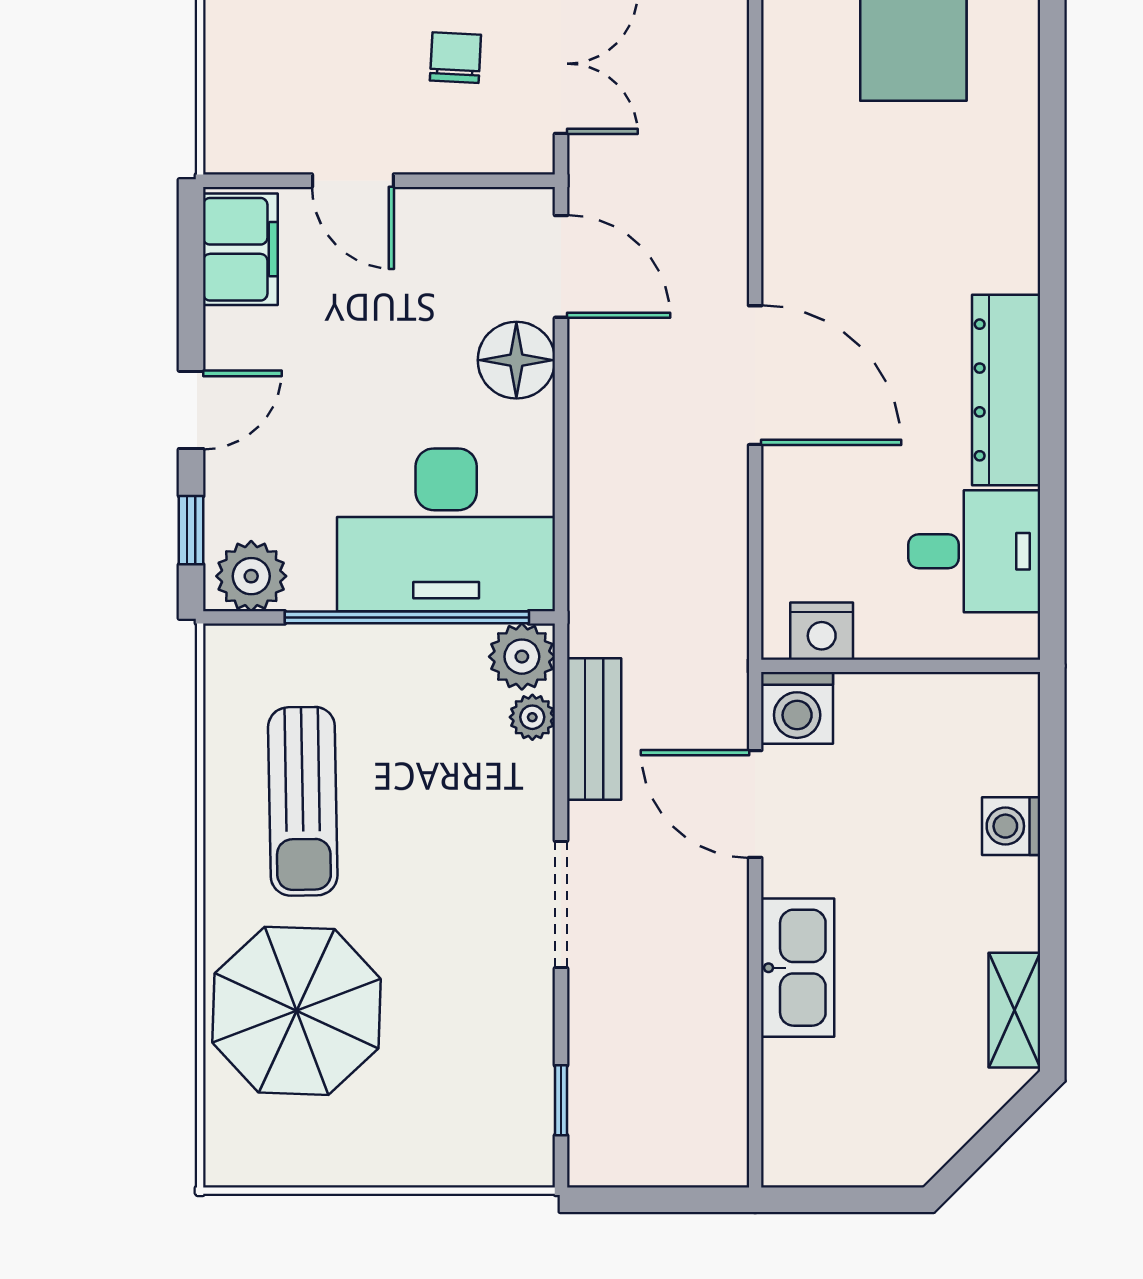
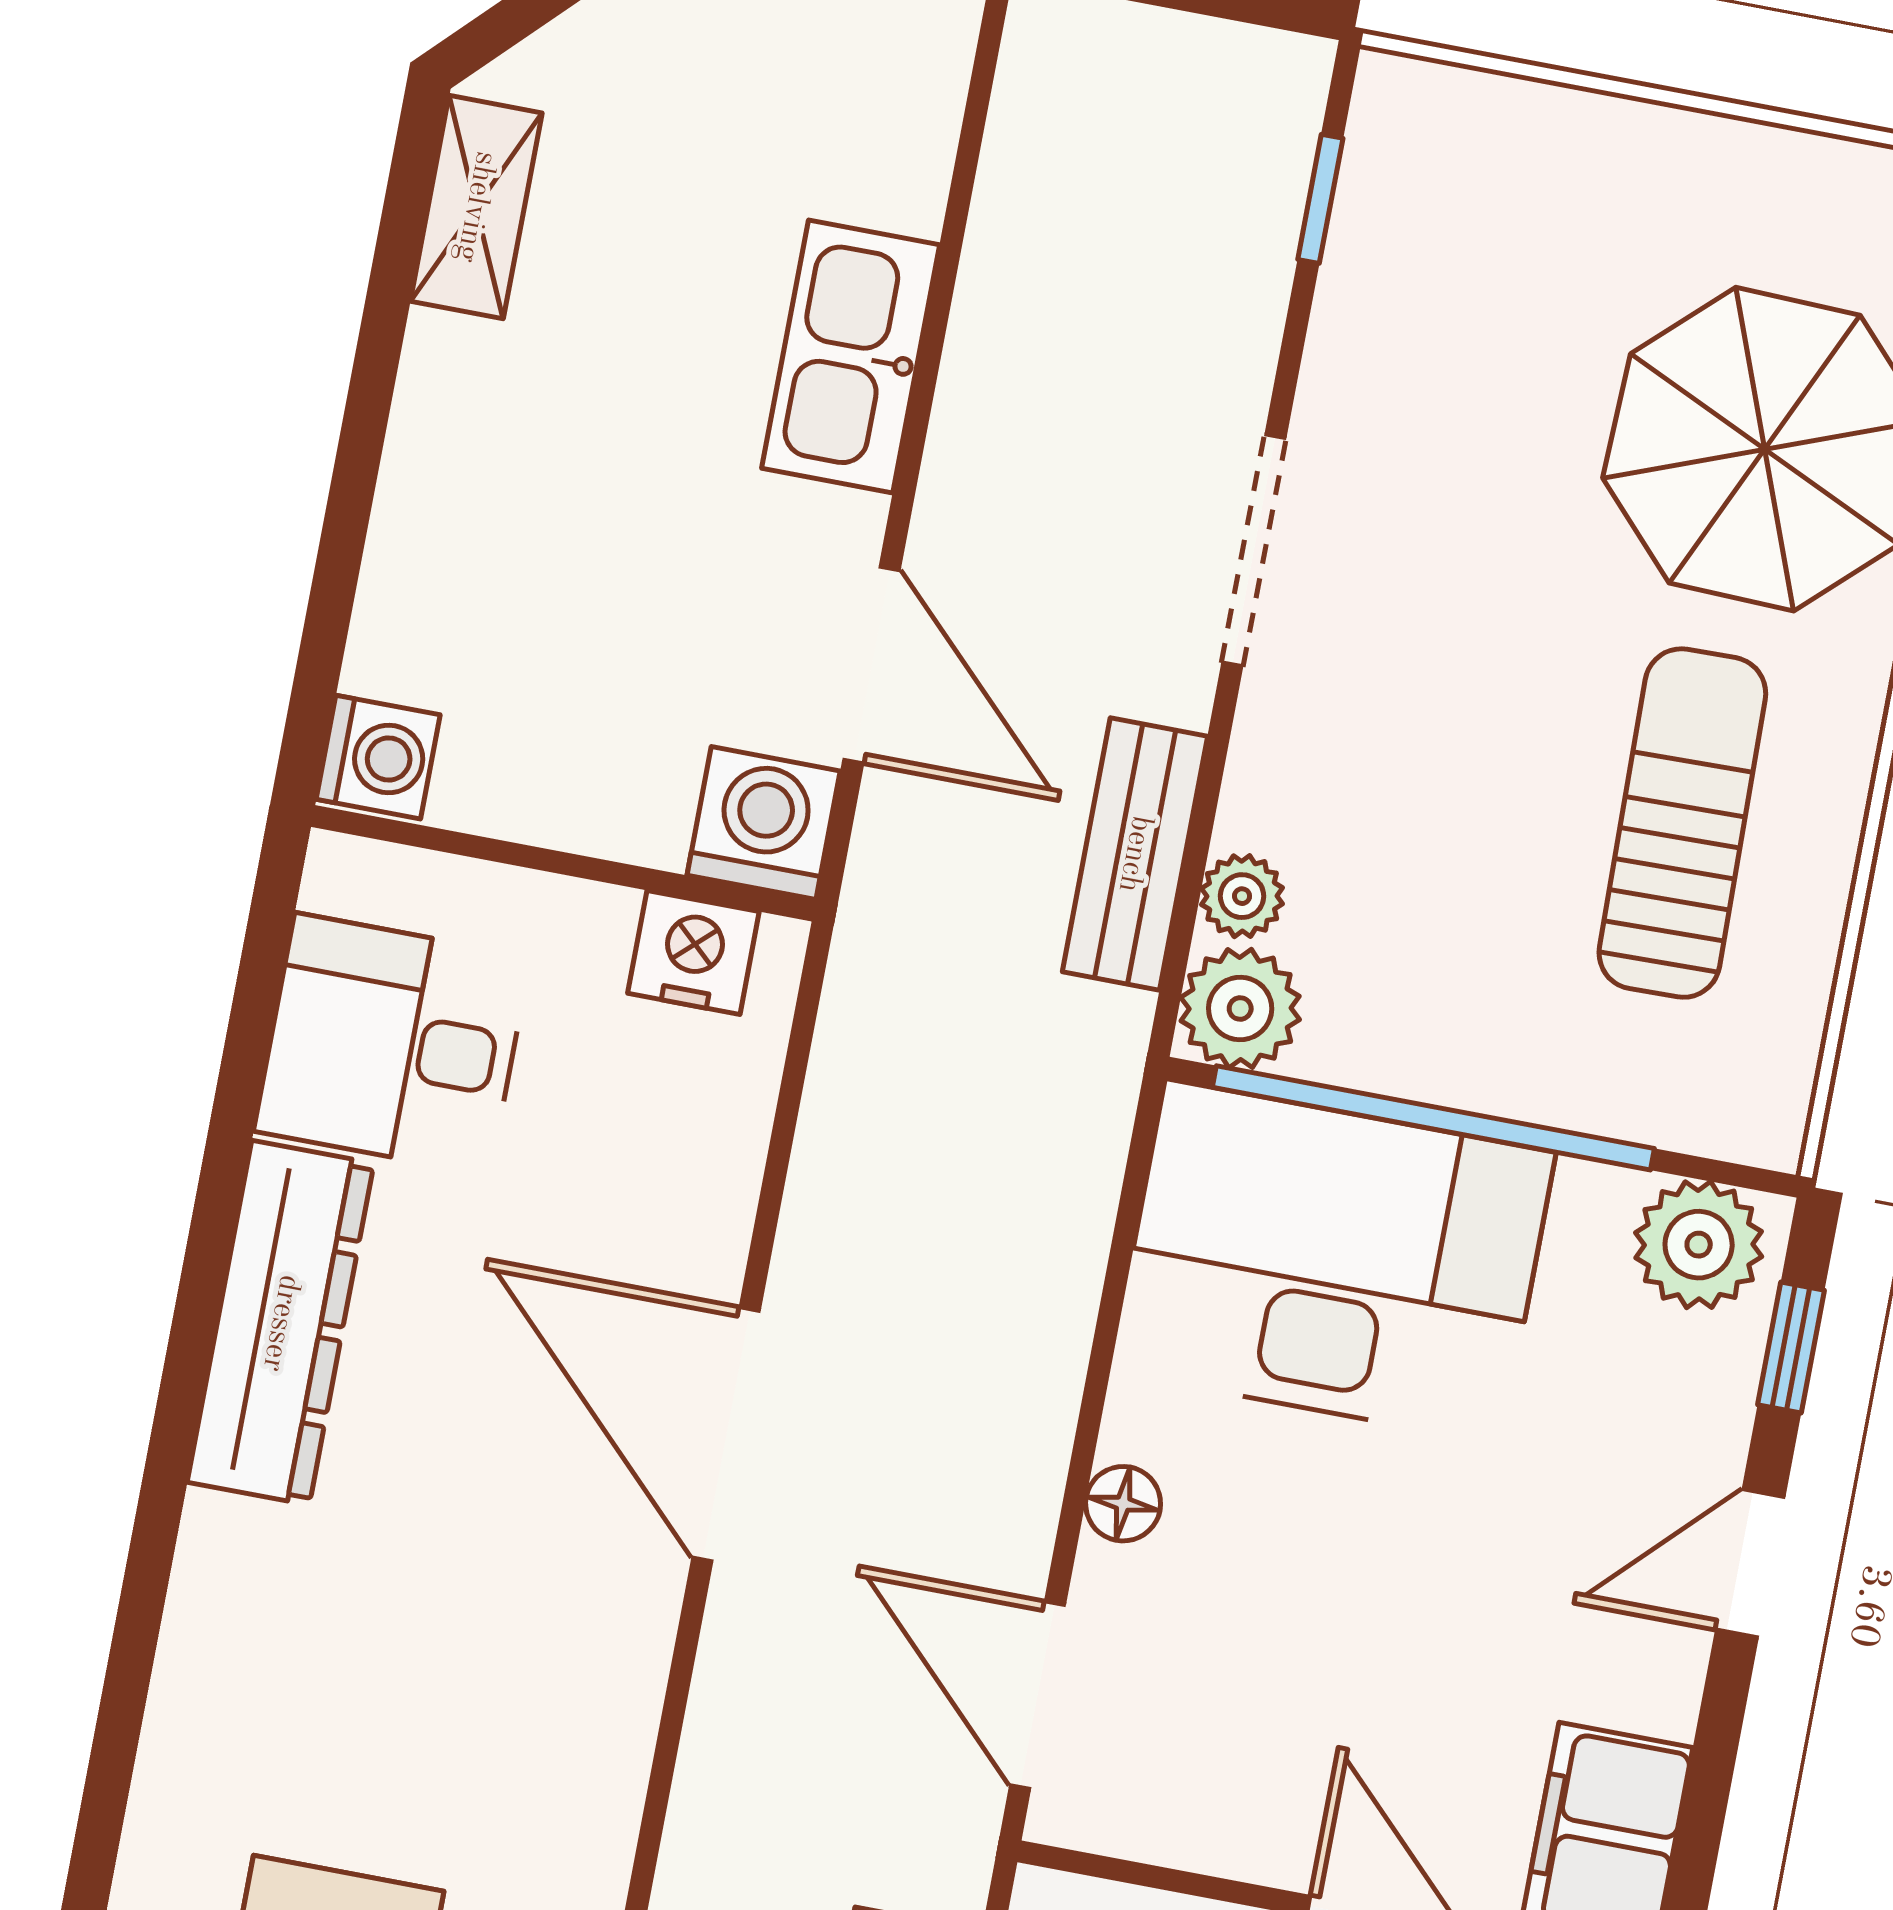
floor lamp: (516, 360) -> (1123, 1504), width x0.53, depth x0.53
washing machine: (1011, 826) -> (378, 757), moved

